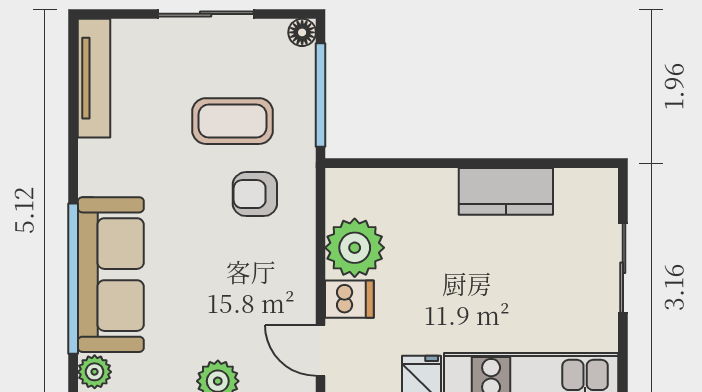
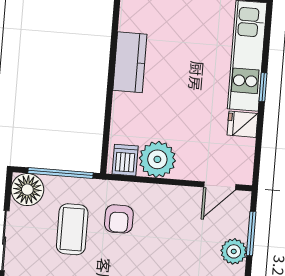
floor lamp: (302, 32) -> (27, 190), width x1.89, depth x1.89
dishwasher: (349, 299) -> (125, 160), moved

